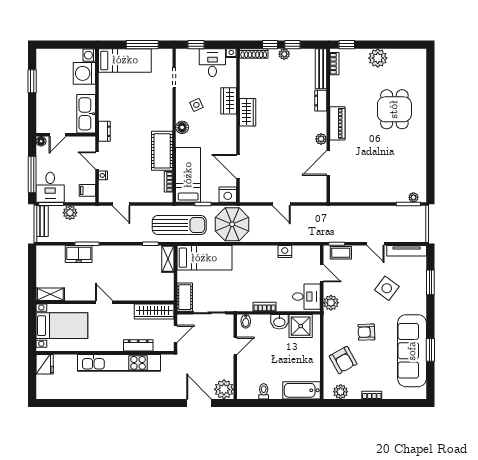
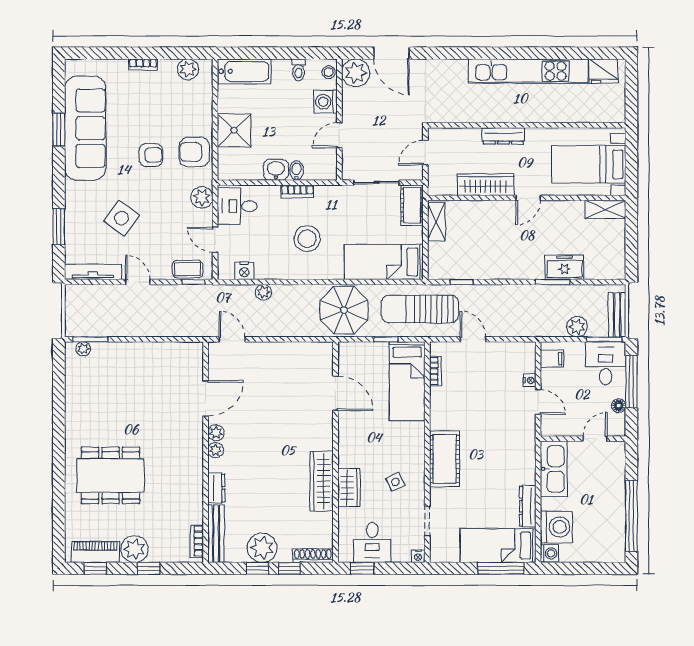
window: (142, 45) -> (501, 568), moved
window: (196, 45) -> (362, 568), moved
window: (347, 45) -> (149, 568), moved
window: (405, 45) -> (95, 568), added
nightstand: (231, 53) -> (418, 556), moved
plant: (284, 54) -> (262, 548), width x1.87, depth x1.87
window: (32, 81) -> (631, 516), width x2.11
dining table: (394, 109) -> (111, 475), width x1.38
wardrobe: (248, 112) -> (322, 481), width x1.50
piano: (337, 123) -> (95, 552), moved, turned 90
floor lamp: (182, 127) -> (416, 449), removed
plant: (321, 127) -> (216, 450), added
dresser: (104, 131) -> (528, 506), moved, width x1.44
floor lamp: (41, 141) -> (619, 406), moved
cot: (162, 151) -> (445, 459), moved
nightstand: (228, 195) -> (350, 353), removed
door: (121, 204) -> (473, 339), moved
door: (281, 204) -> (232, 339), moved
plant: (288, 237) -> (263, 292), added
nightstand: (285, 252) -> (244, 271), moved
shelving: (168, 259) -> (436, 222), moved
stool: (258, 274) -> (307, 239), added
door: (104, 302) -> (528, 198), hinge flipped
wardrobe: (154, 311) -> (486, 185), moved
bidet: (246, 321) -> (297, 170), moved
shower: (301, 326) -> (234, 130), moved
dresser: (138, 345) -> (503, 136), moved
armchair: (343, 360) -> (194, 152), moved, turned -61
kitchen unit: (119, 363) -> (528, 71), moved, turned 180
fridge: (45, 364) -> (603, 71), moved, turned -90
washing machine: (245, 369) -> (326, 102), added
stool: (243, 390) -> (329, 72), added

